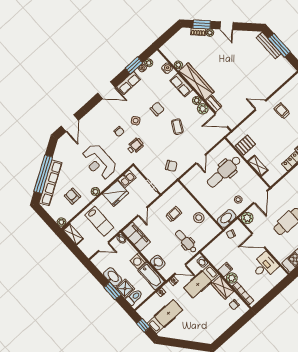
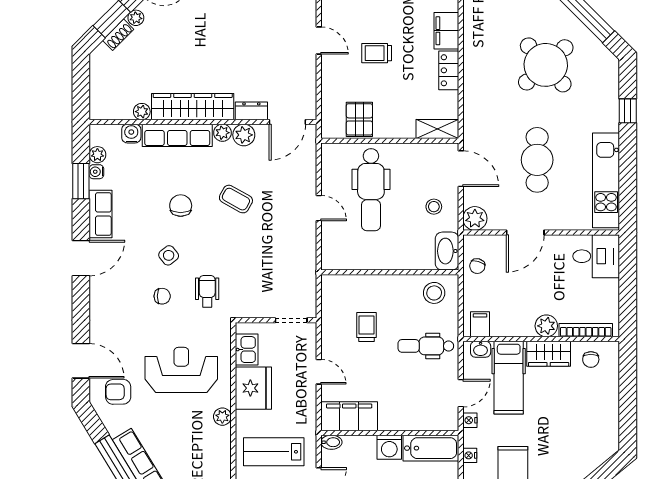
row of seats: (181, 85) -> (177, 135), width x1.48
door: (260, 105) -> (319, 41), swing flipped
trolley: (282, 111) -> (377, 53), moved
reception desk: (99, 162) -> (181, 370), turned 180
chair: (171, 166) -> (288, 263), removed
shelving: (258, 166) -> (437, 129), moved
armchair: (72, 196) -> (118, 392), moved
stool: (199, 218) -> (434, 293), moved
lab bench: (99, 221) -> (274, 452), turned 180
washbasin: (158, 263) -> (419, 419), removed
desk: (265, 266) -> (596, 256), moved, turned 90
filing cabinet: (225, 270) -> (480, 324), moved

